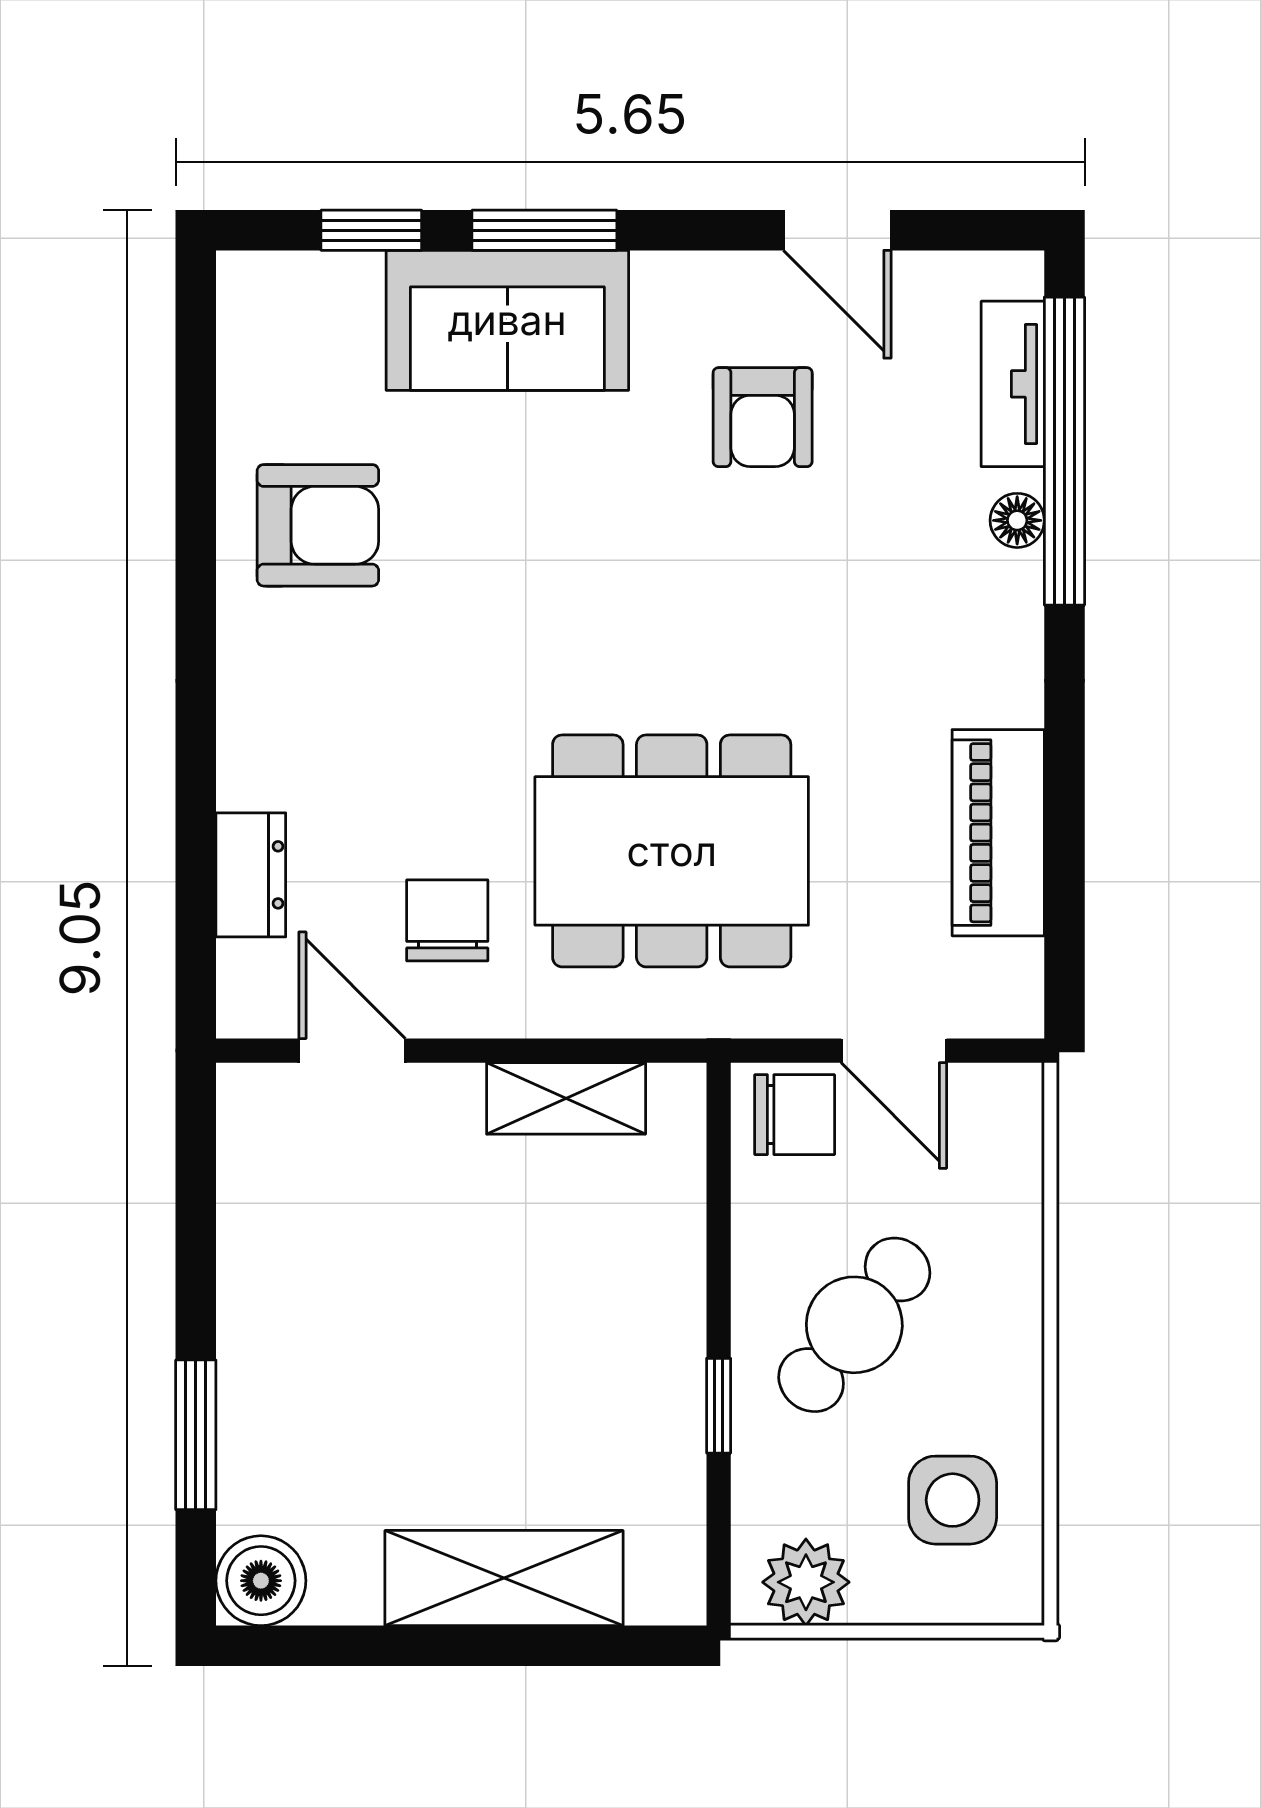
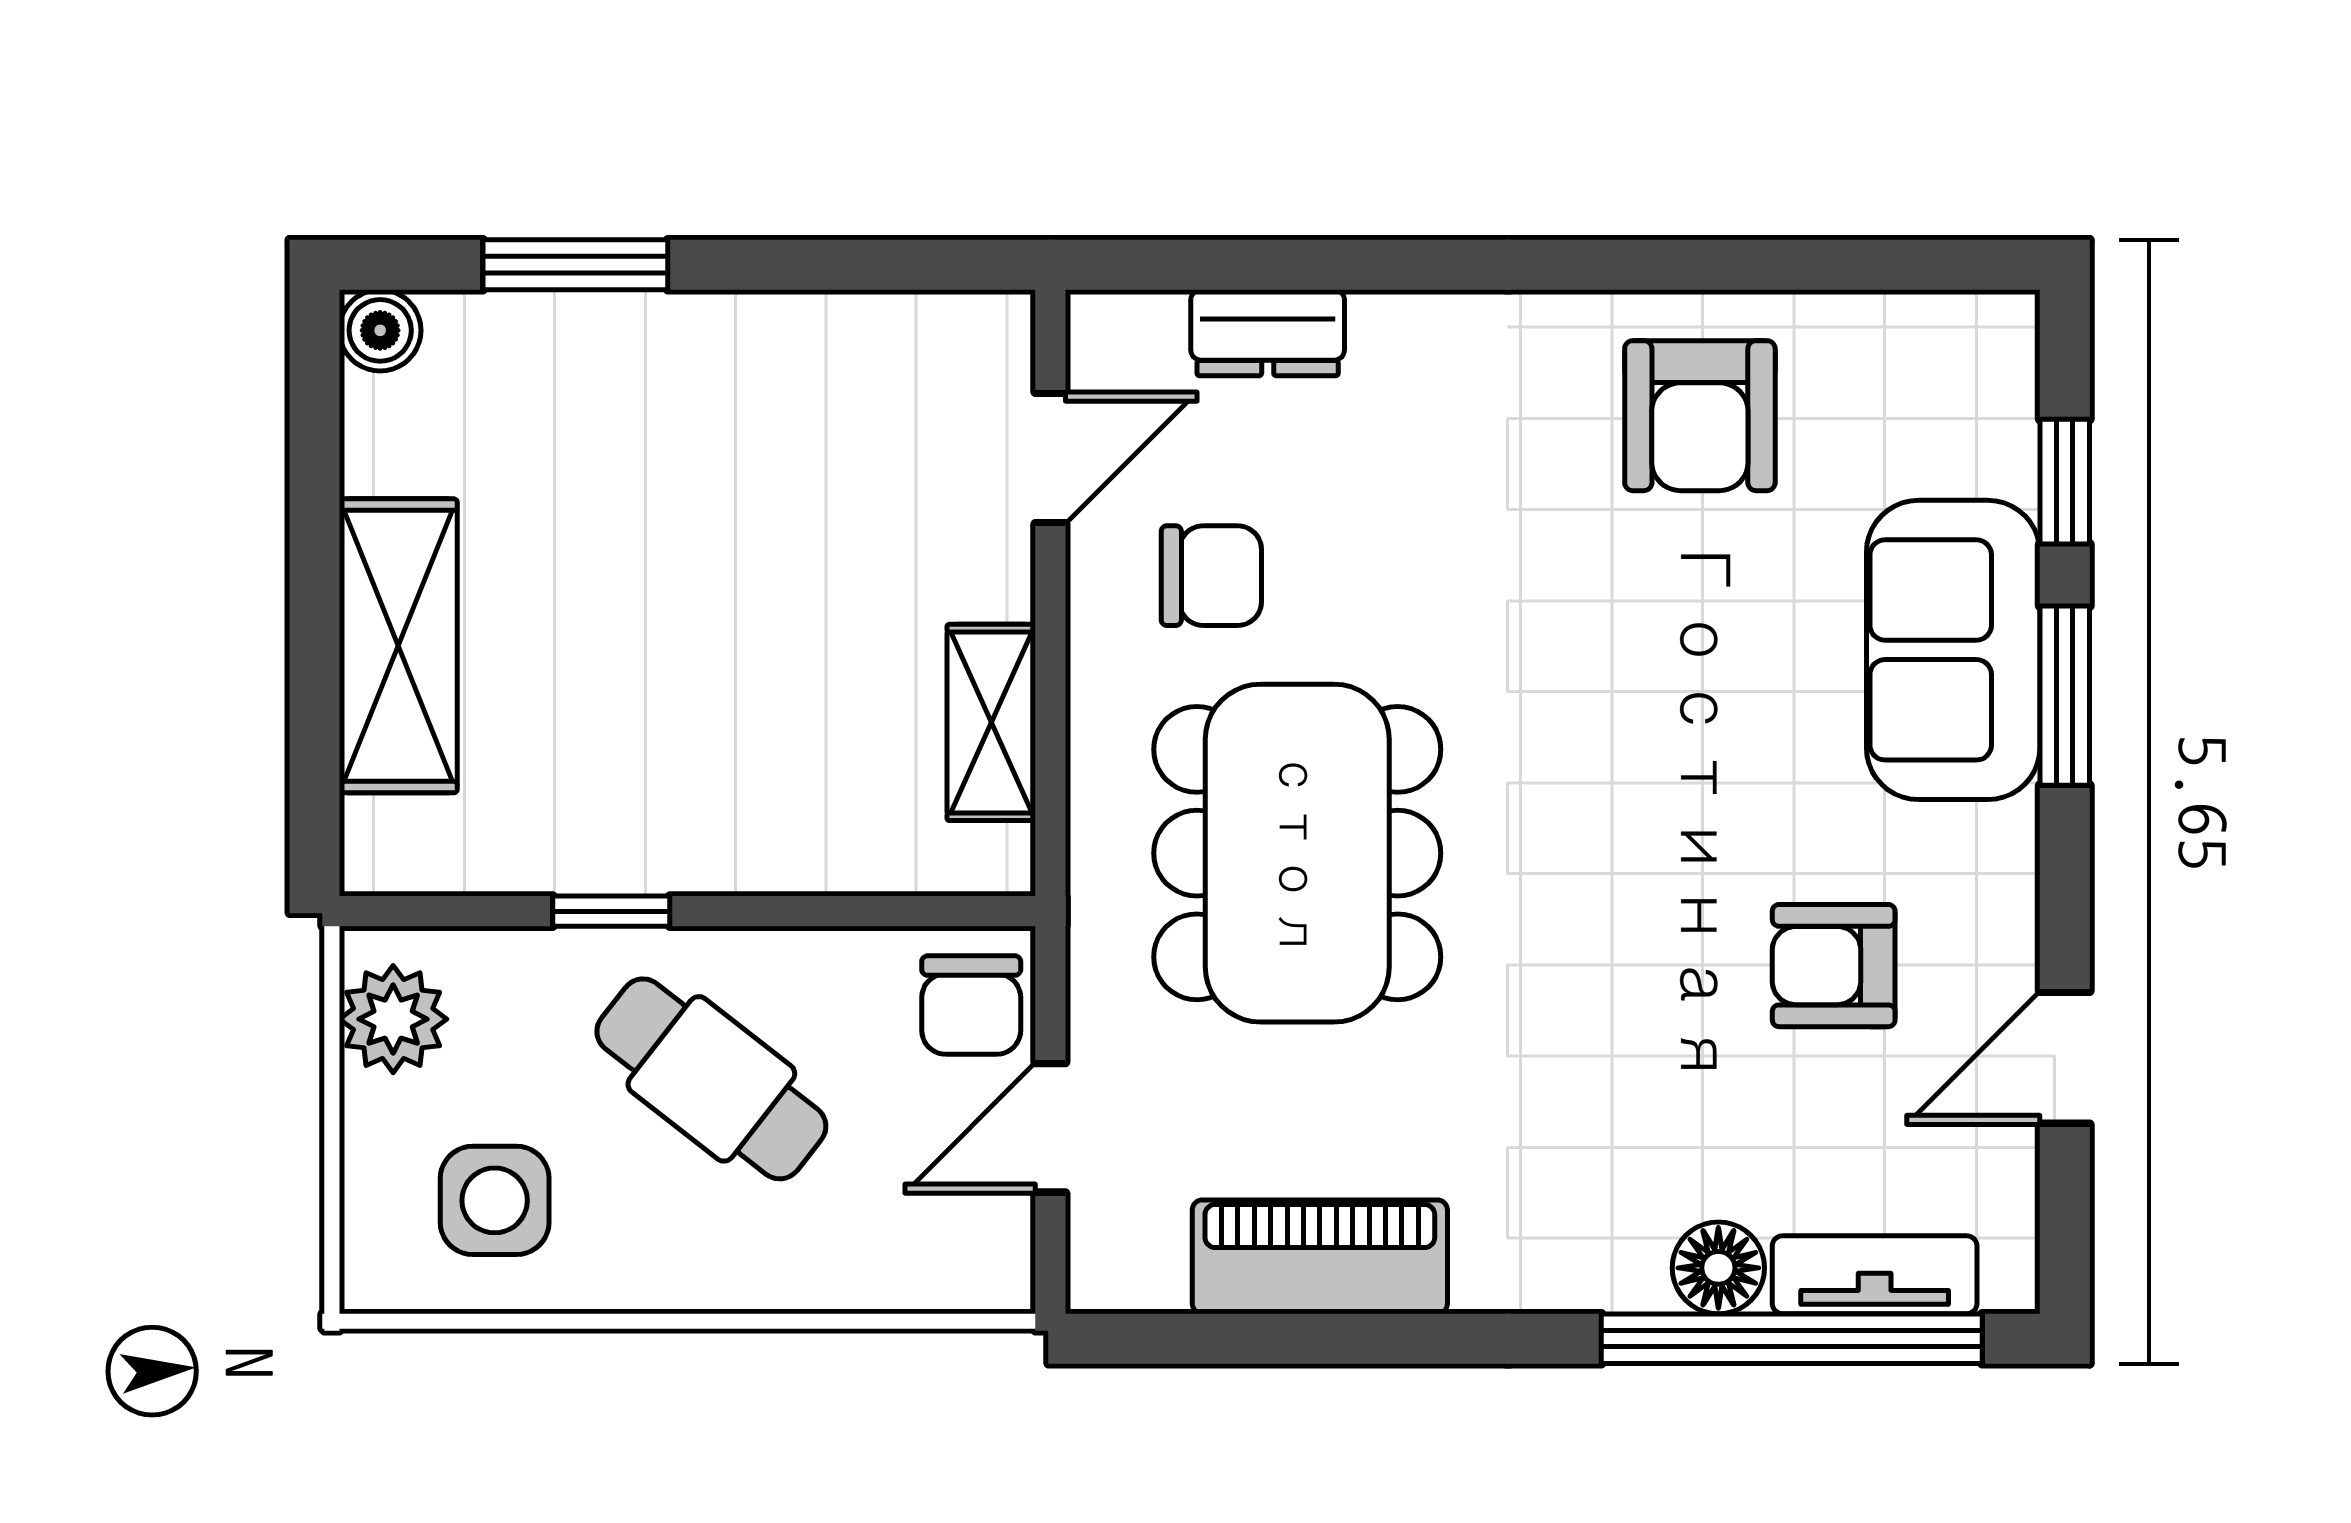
floor lamp: (1017, 520) -> (1718, 1268), width x1.37, depth x1.37
boiler: (261, 1581) -> (380, 330), width x0.73, depth x0.73

